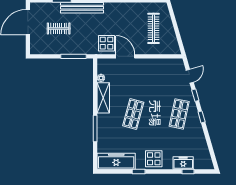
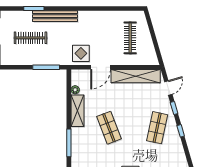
clothes rail: (59, 28) -> (30, 38), width x1.36
door: (125, 56) -> (101, 67), swing flipped
shelving: (159, 65) -> (136, 76), added
shop shelf: (133, 114) -> (109, 128), turned -36

